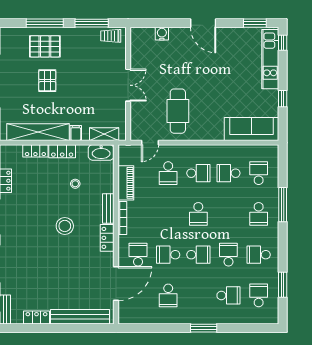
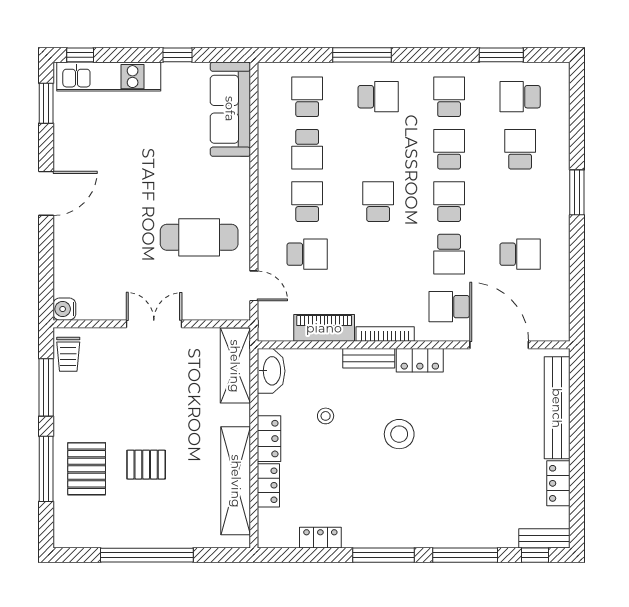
water cooler: (162, 34) -> (64, 309), moved
filing cabinet: (76, 133) -> (237, 415), removed
shelving: (104, 134) -> (235, 366), width x1.50, depth x1.33
school desk: (259, 173) -> (307, 97), turned 90
school desk: (198, 214) -> (378, 202), turned -90
school desk: (228, 255) -> (449, 149), turned 90
school desk: (259, 255) -> (449, 97), turned 180

